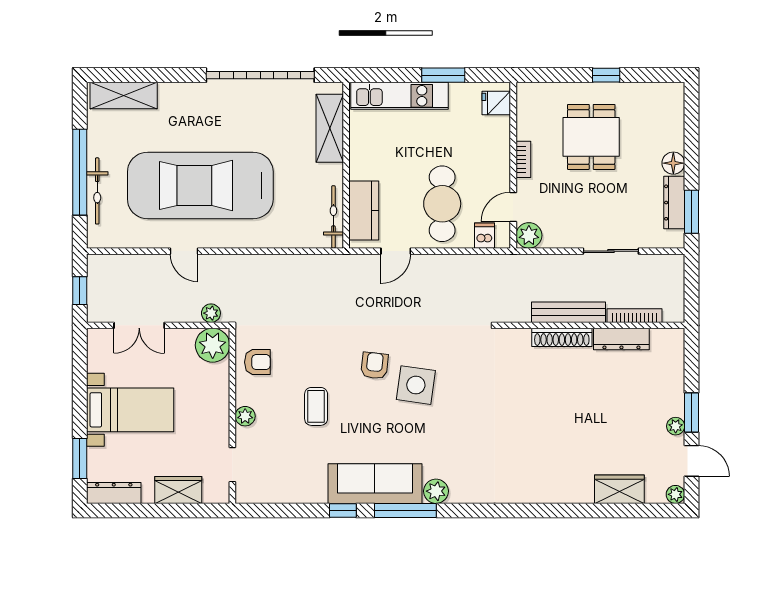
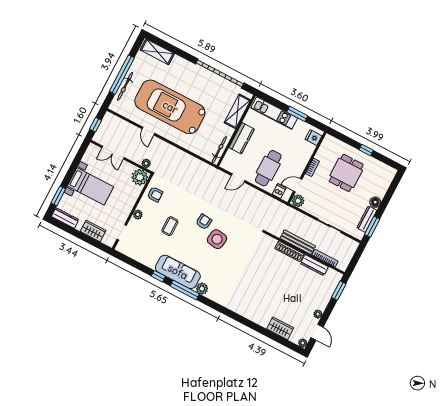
kitchen counter: (364, 211) -> (242, 138), moved
window: (691, 413) -> (339, 291), moved

